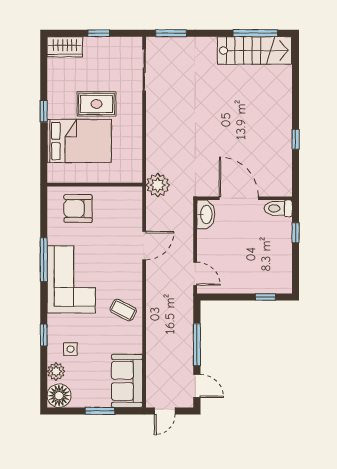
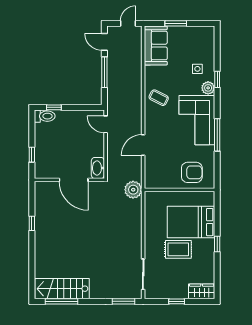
toilet: (278, 208) -> (45, 116), moved
plant: (56, 371) -> (208, 88), moved
floor lamp: (59, 396) -> (206, 35), removed

